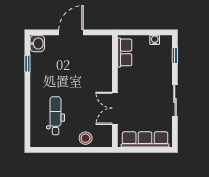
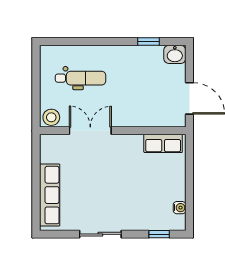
row of seats: (125, 52) -> (163, 143), moved
wall: (115, 91) -> (113, 131), moved
double door: (115, 108) -> (90, 131), moved

